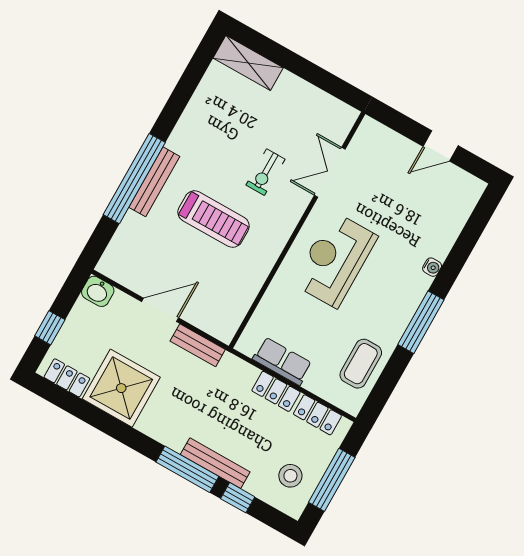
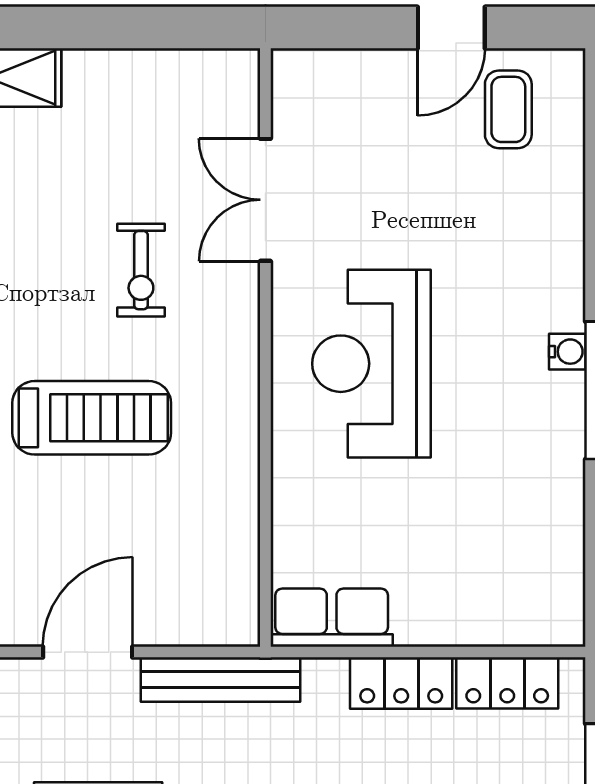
water cooler: (432, 267) -> (567, 352), moved
bench: (198, 345) -> (221, 679), width x1.36
row of seats: (282, 361) -> (332, 618), moved
coffee table: (361, 364) -> (508, 109), moved, width x0.73, depth x0.77

